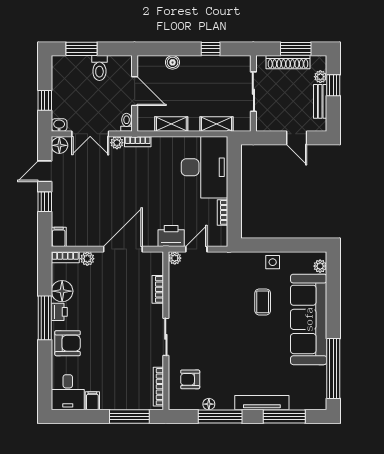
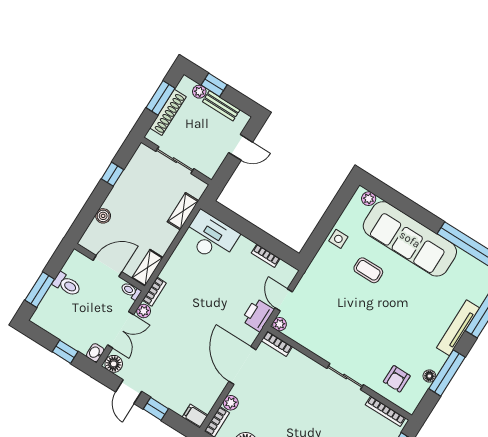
shelving: (171, 124) -> (147, 268), moved
desk: (205, 167) -> (211, 237), width x0.73, depth x0.77
bookcase: (158, 289) -> (277, 344), moved

